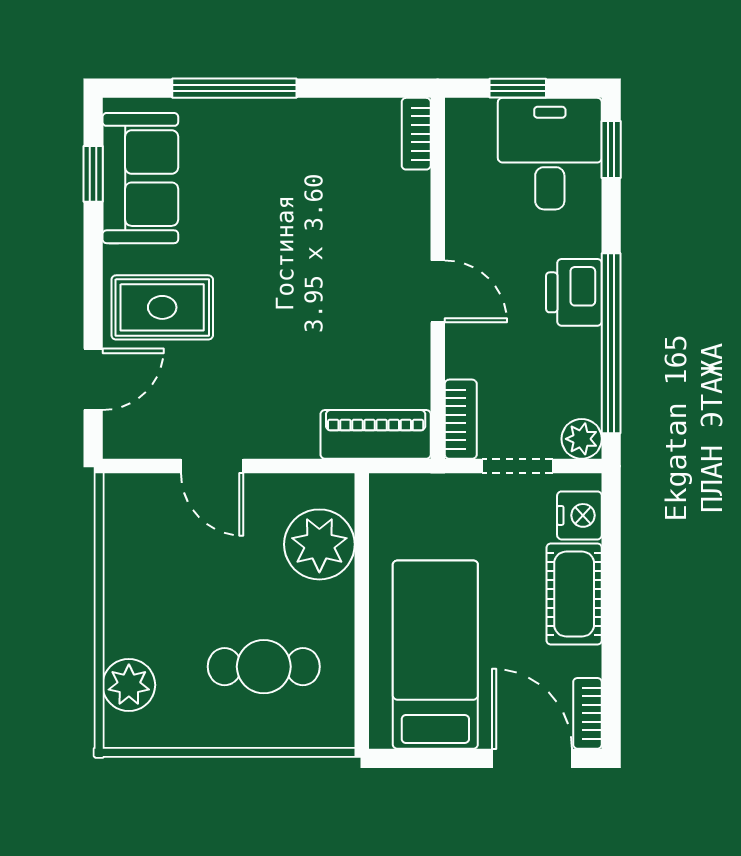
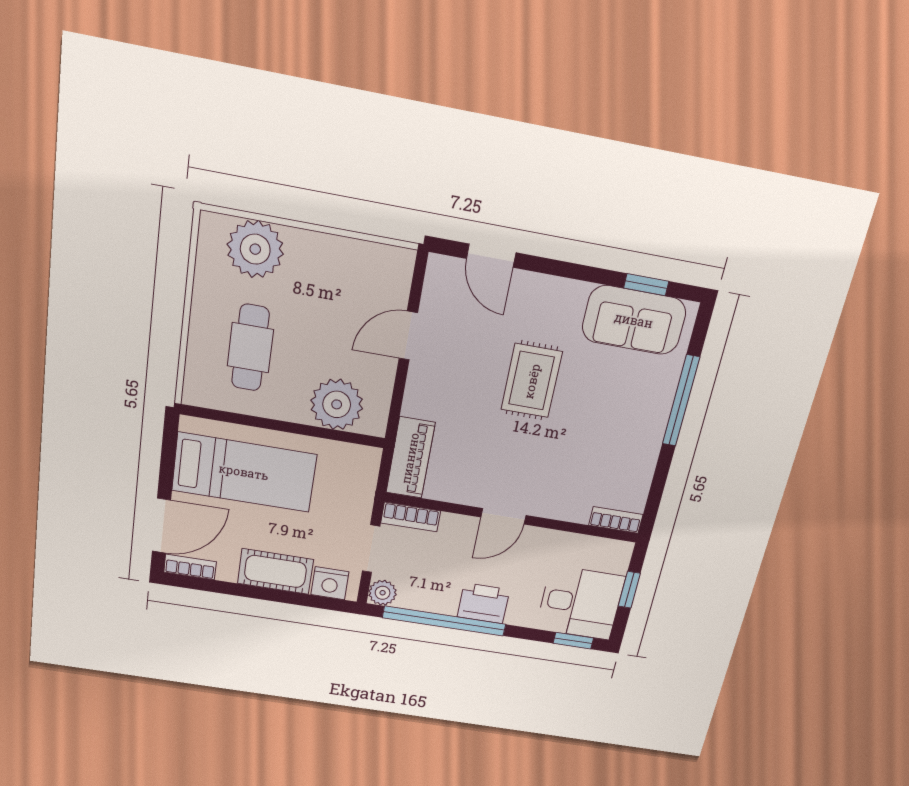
rug: (162, 307) -> (532, 381), moved
plant: (129, 685) -> (255, 249), width x1.36, depth x1.36

